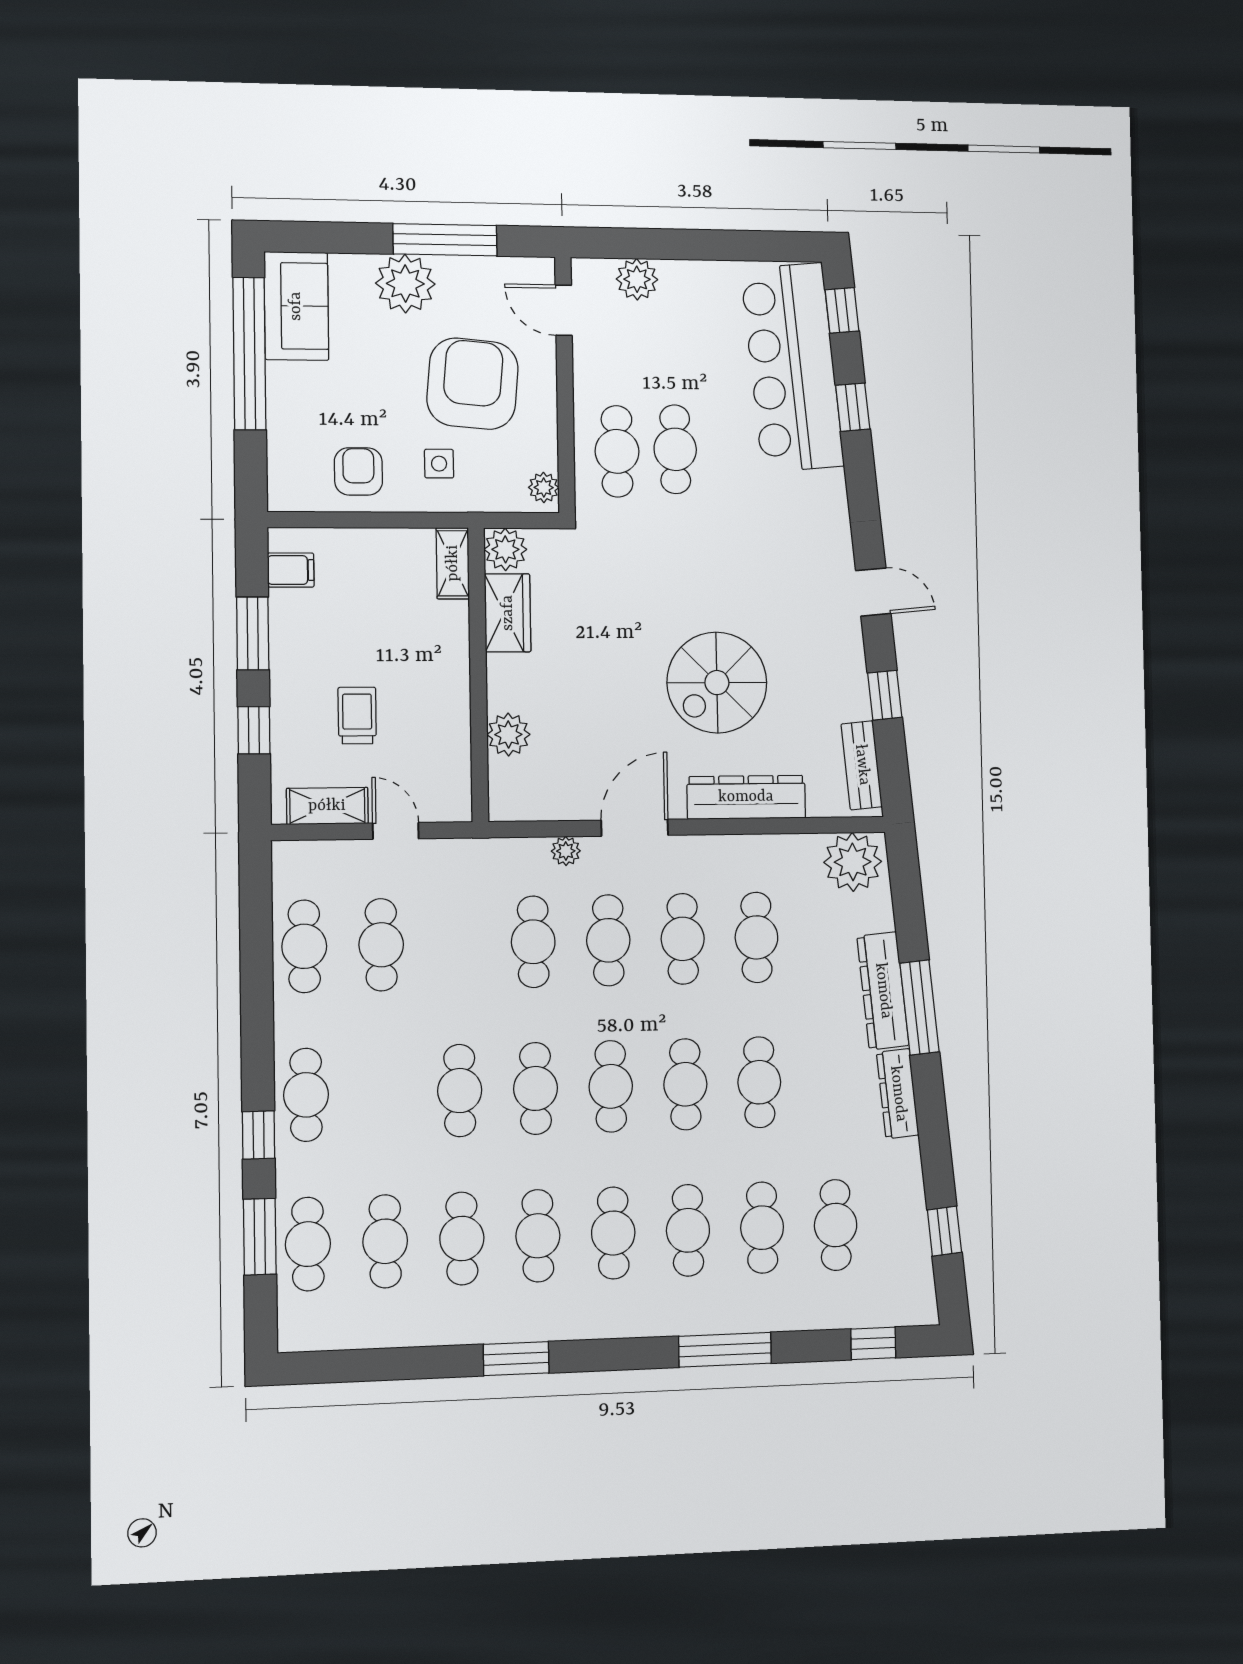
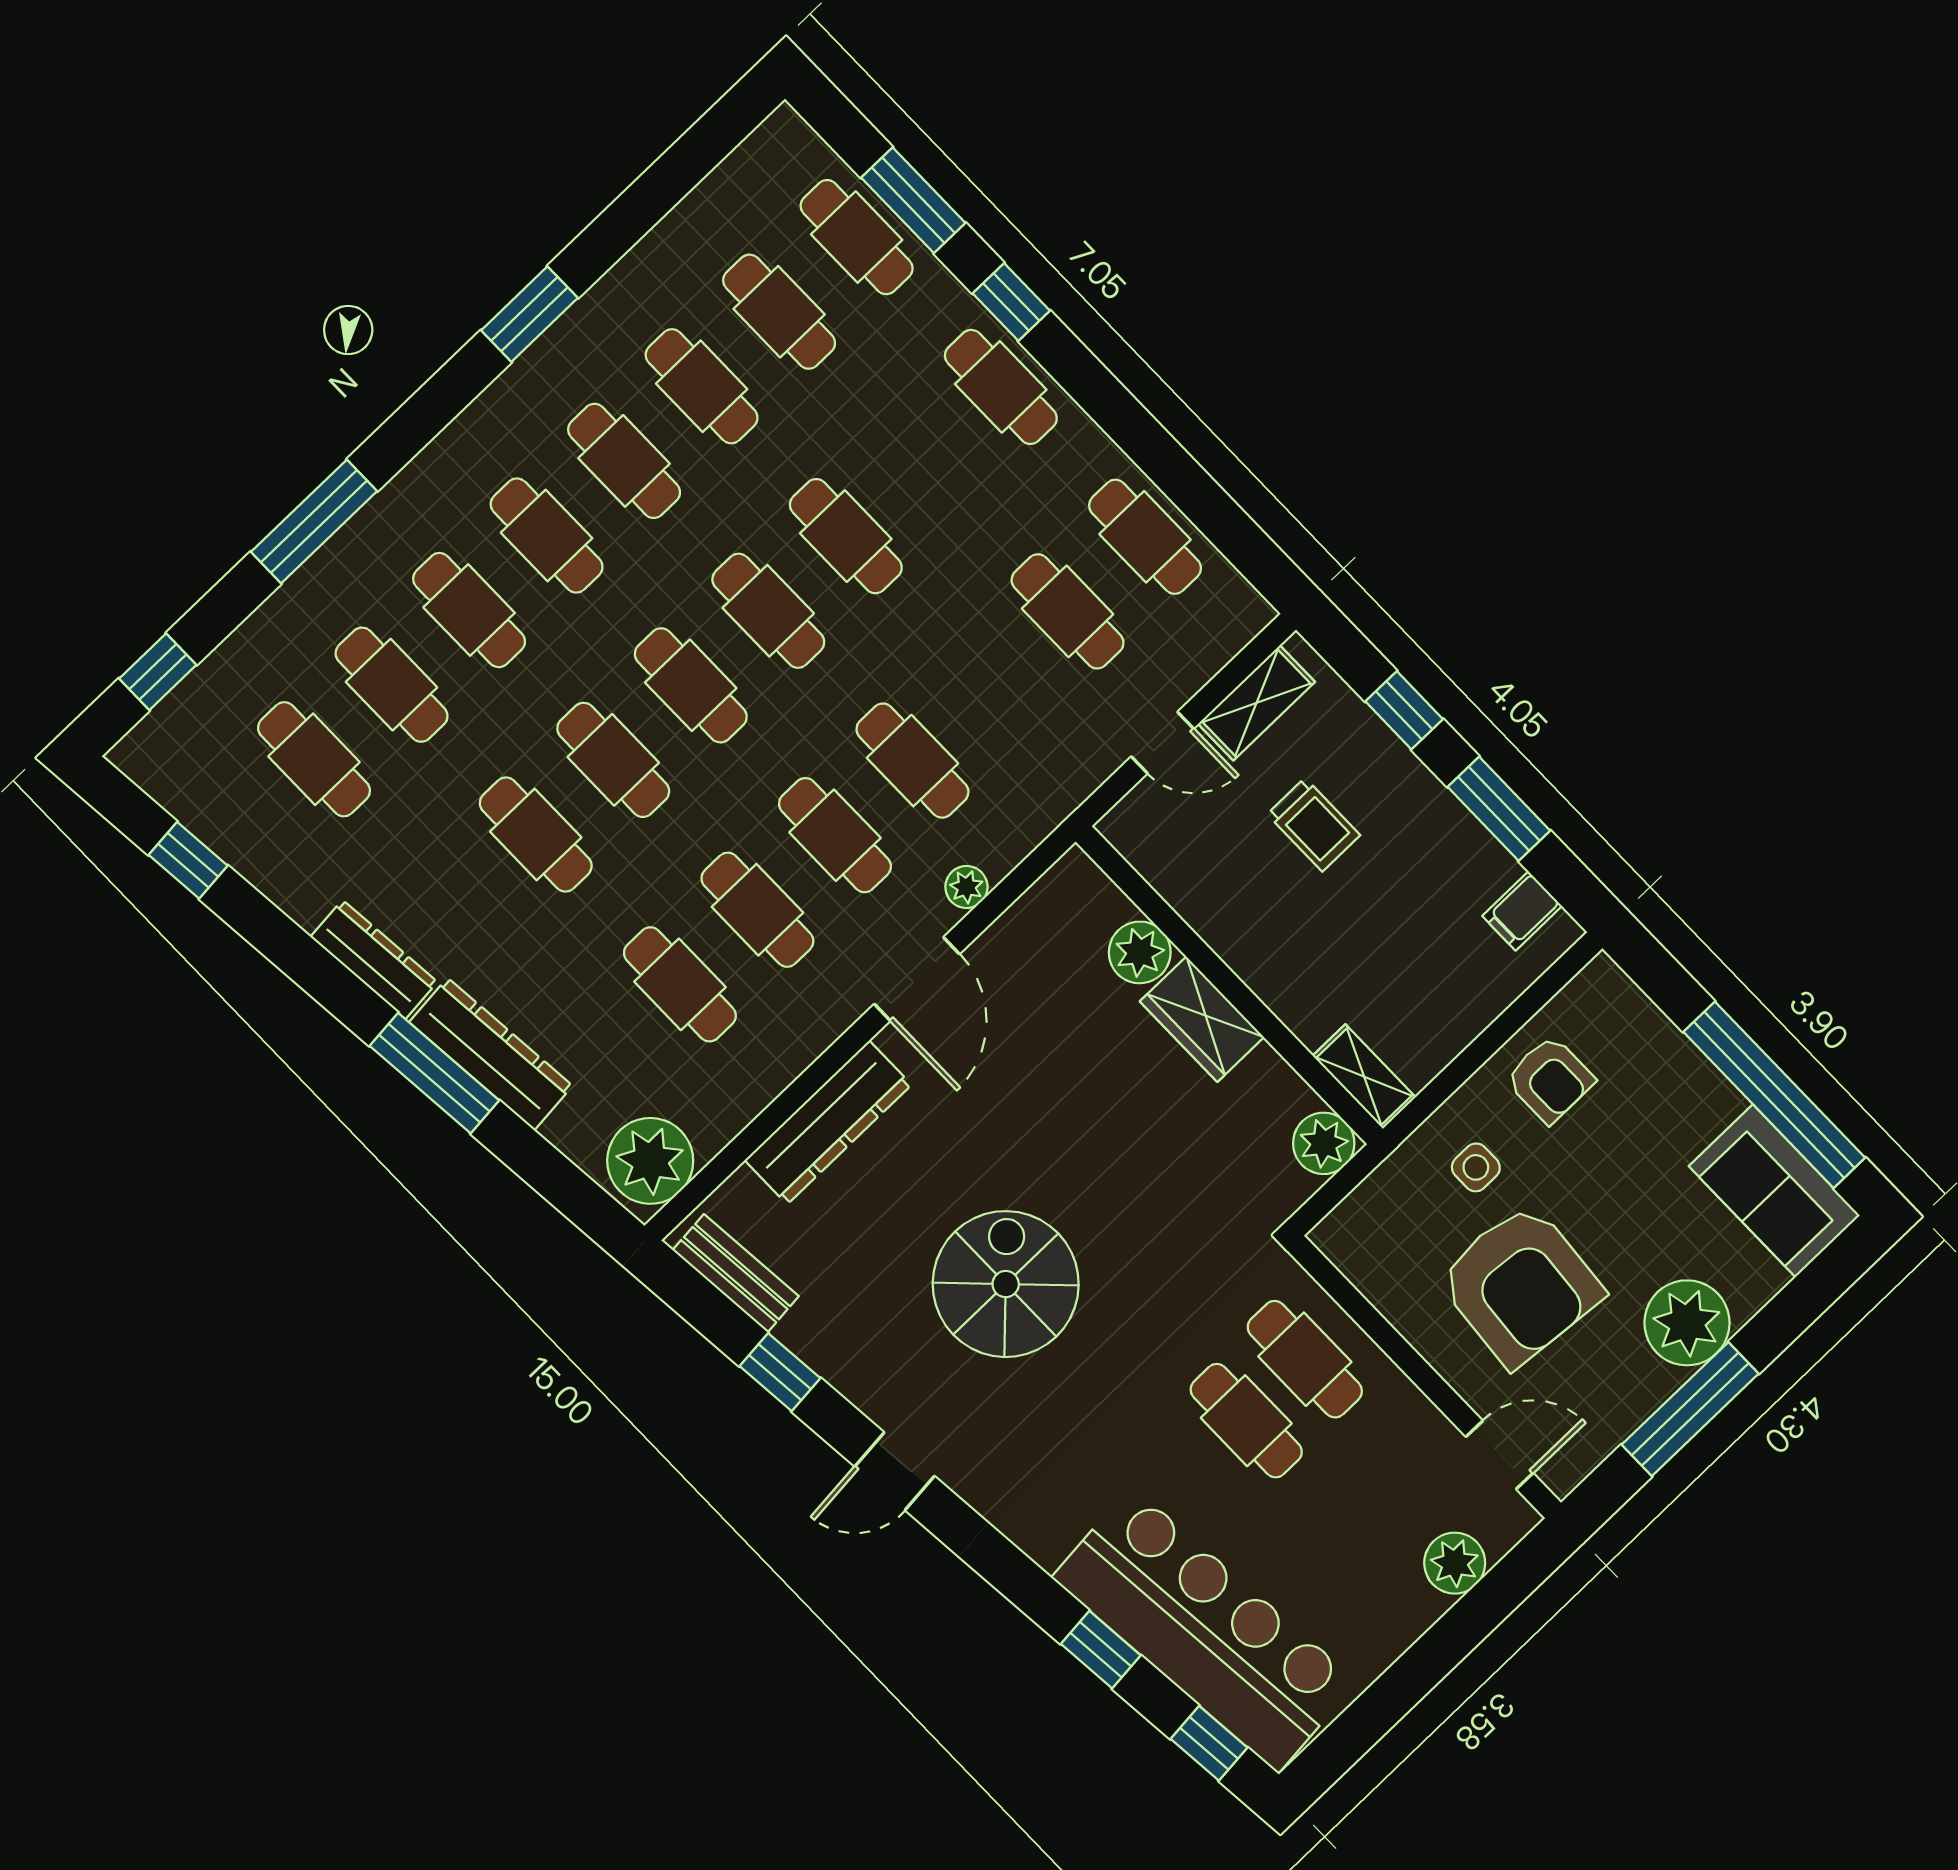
plant: (544, 487) -> (1345, 1247), removed
wardrobe: (508, 613) -> (1202, 1019), moved
spiral stairs: (717, 683) -> (1006, 1284), moved

